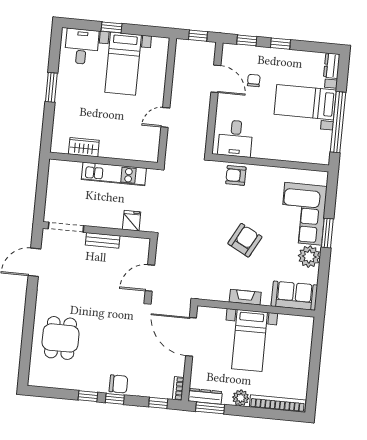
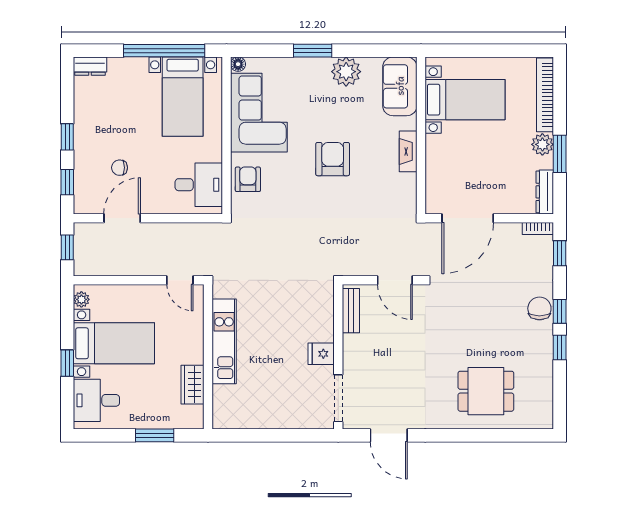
plant: (158, 43) -> (81, 299), added
bed with nightstands: (305, 102) -> (183, 97), moved
wardrobe: (84, 147) -> (193, 385), moved
wall: (103, 161) -> (208, 357), moved
kitchen unit: (114, 174) -> (224, 341), moved
armchair: (236, 175) -> (248, 179), turned 180
floor lamp: (323, 176) -> (238, 64), added
corner sofa: (303, 214) -> (259, 113), moved, turned -90
fridge: (132, 221) -> (321, 354), moved
bench: (103, 240) -> (351, 311), moved
armchair: (245, 240) -> (333, 159), turned 62
bed with nightstands: (250, 340) -> (465, 100), moved
window: (210, 408) -> (560, 154), moved

